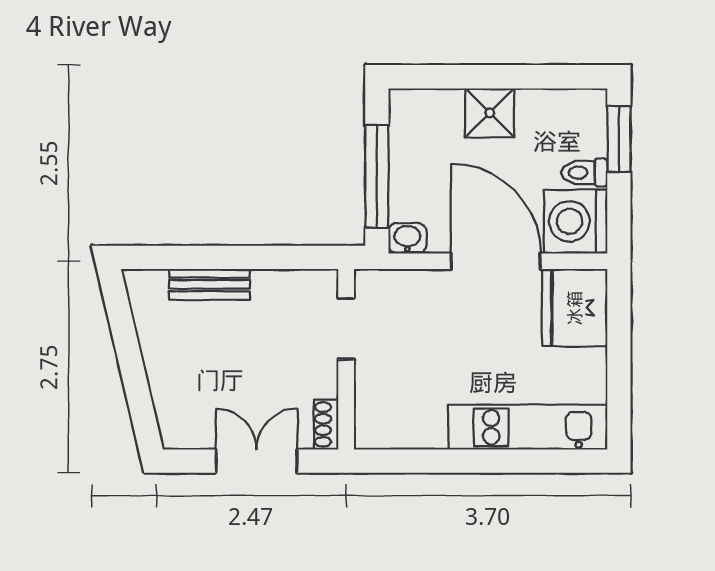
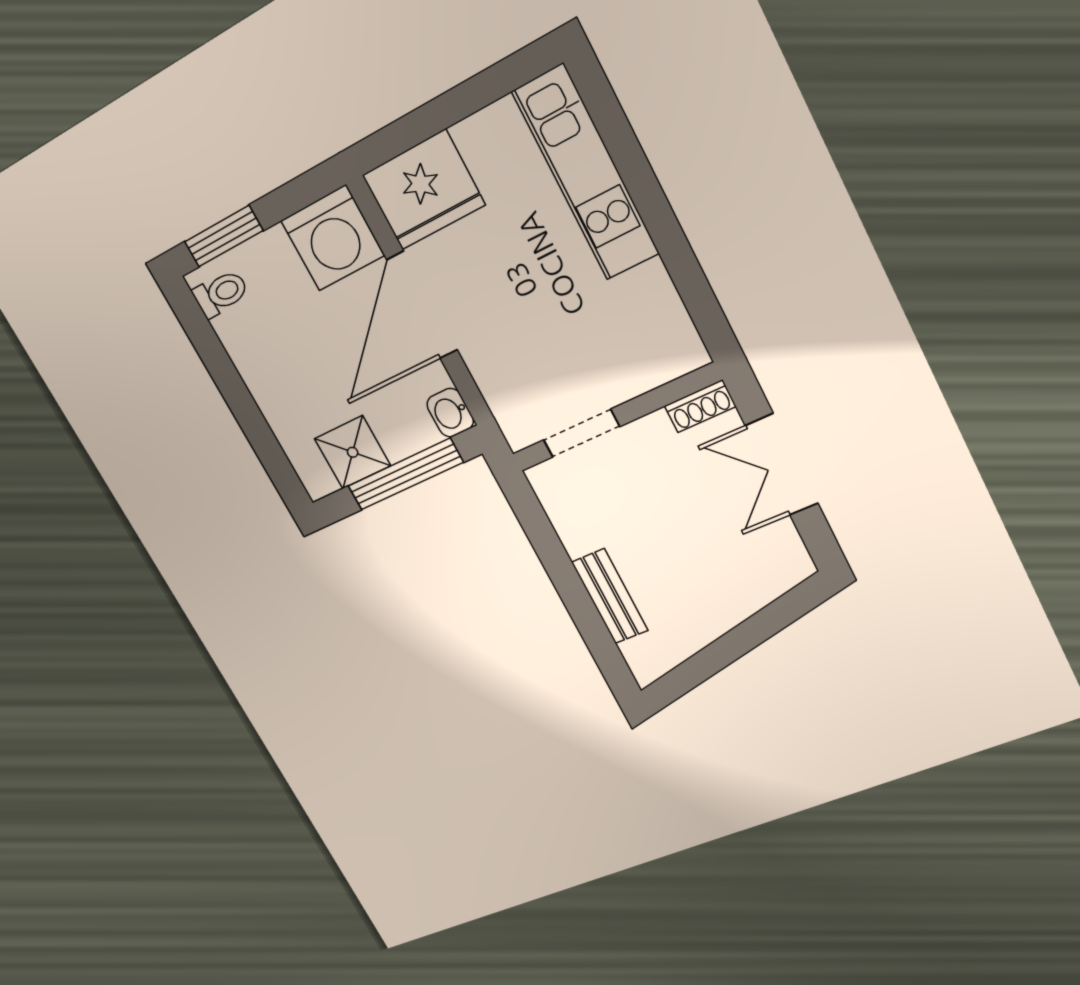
shower: (490, 113) -> (353, 452), moved
toilet: (585, 173) -> (221, 293), moved, turned -90

